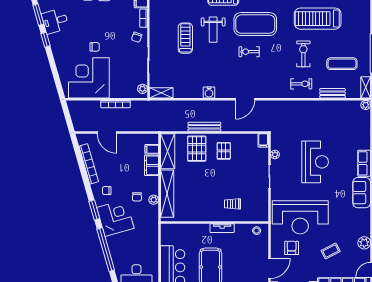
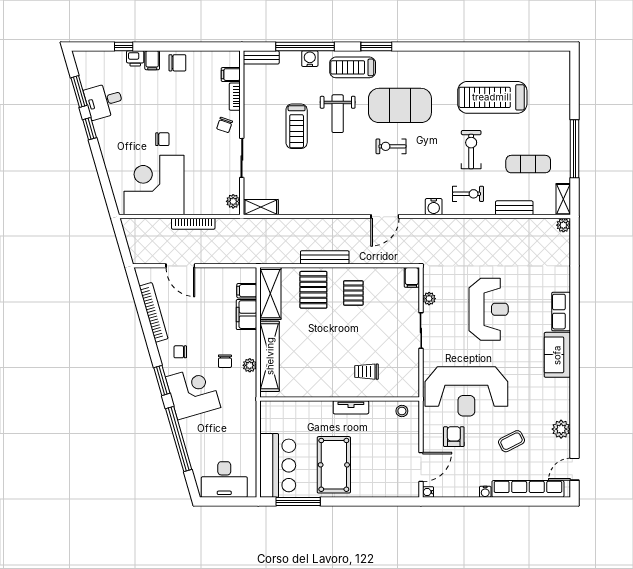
treadmill: (185, 38) -> (297, 126), turned 180
water cooler: (209, 92) -> (434, 207), moved

